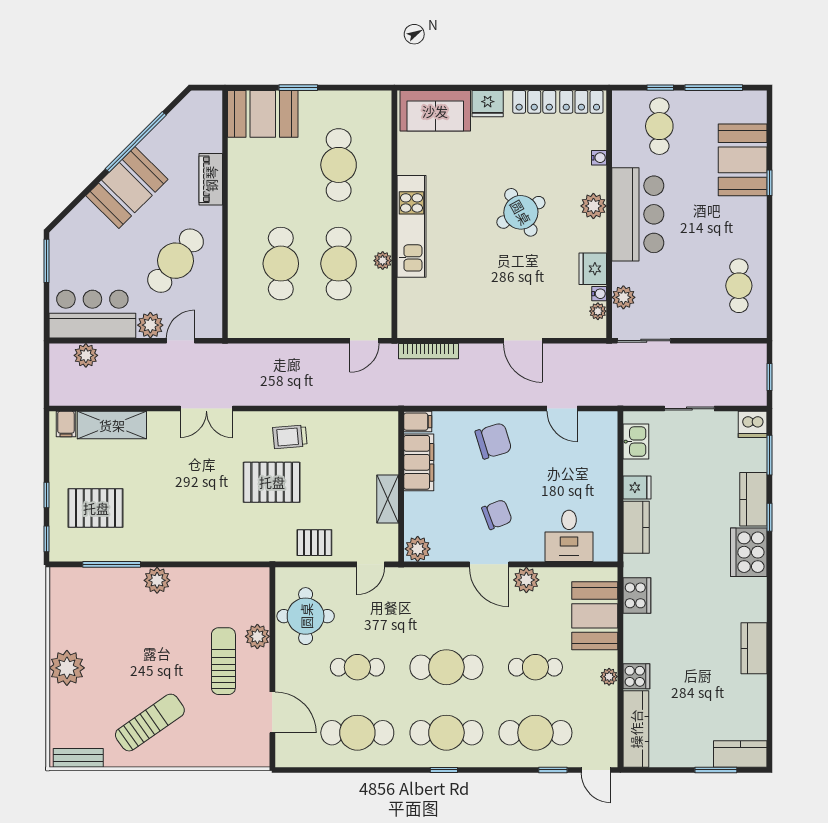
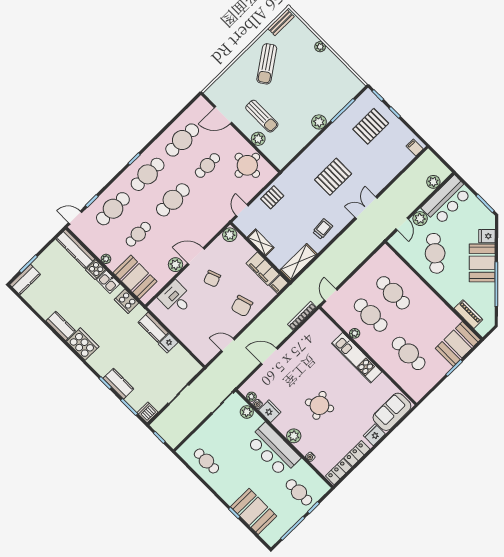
piano: (211, 179) -> (468, 314), moved
fridge: (86, 216) -> (487, 236), added
shelving: (112, 425) -> (299, 262), moved
kitchen sink: (636, 442) -> (108, 282), moved
pallet: (272, 482) -> (333, 177), moved
cooker: (749, 552) -> (83, 344), moved
plant: (67, 668) -> (320, 47), width x0.53, depth x0.53

